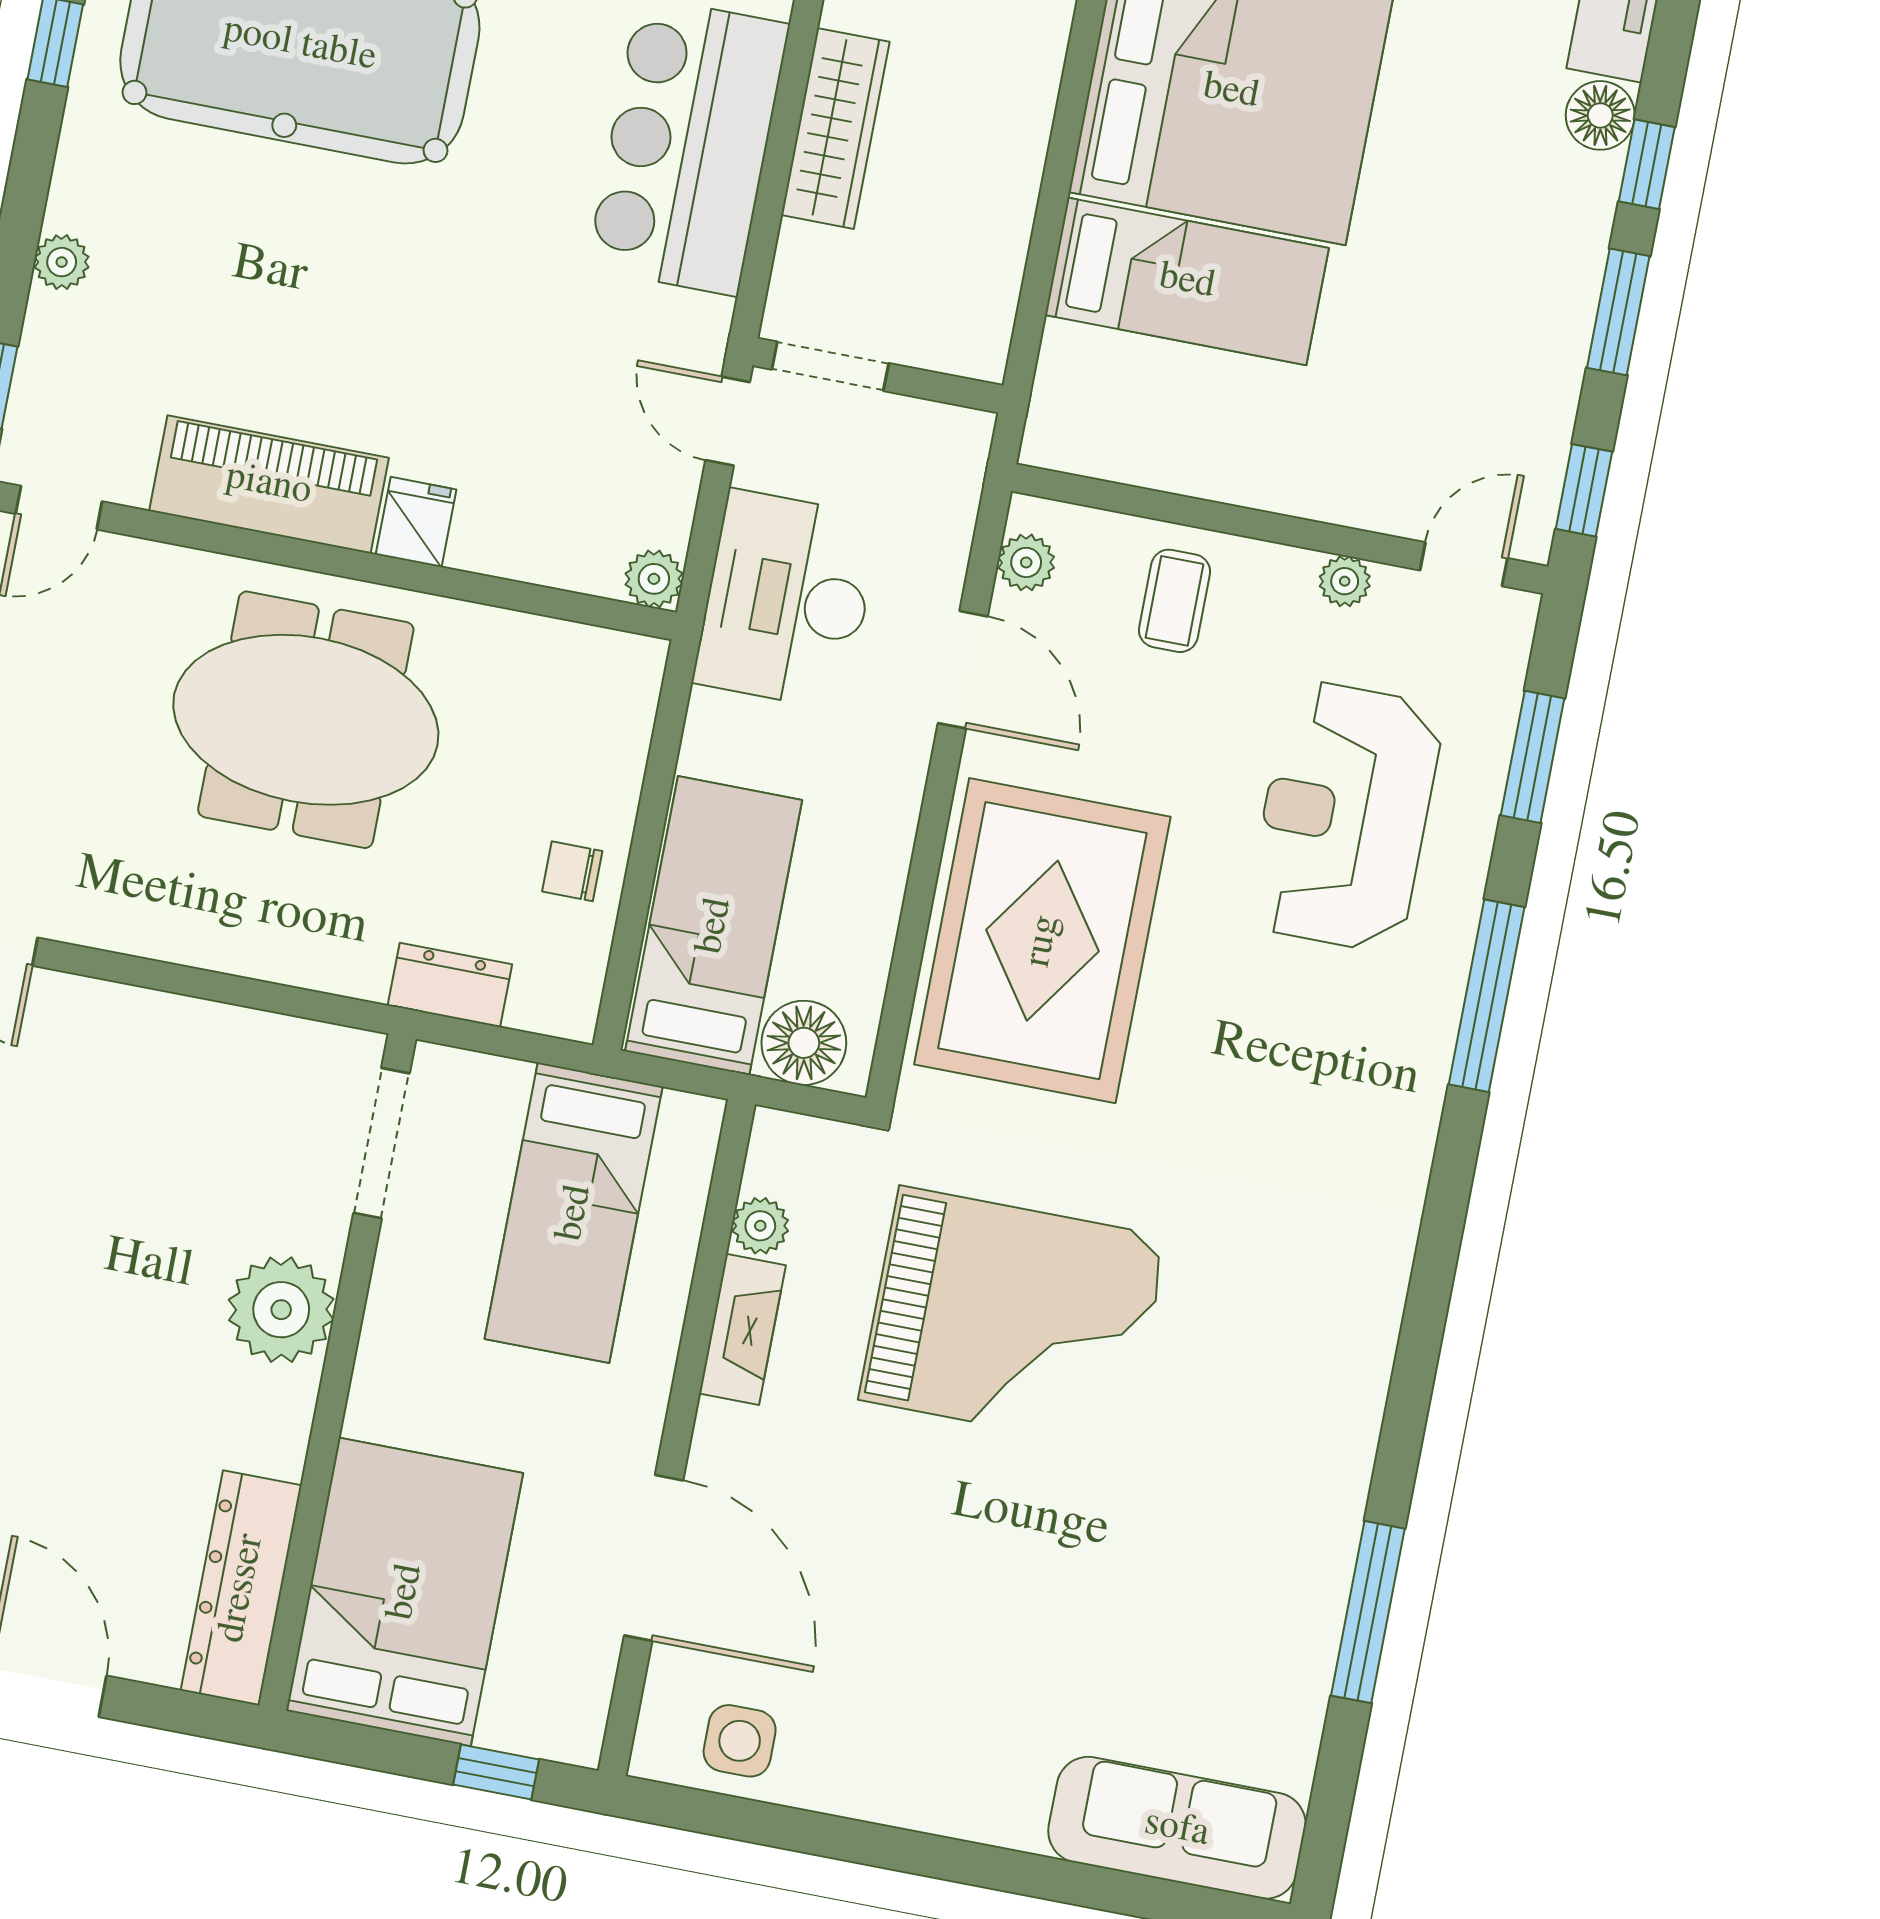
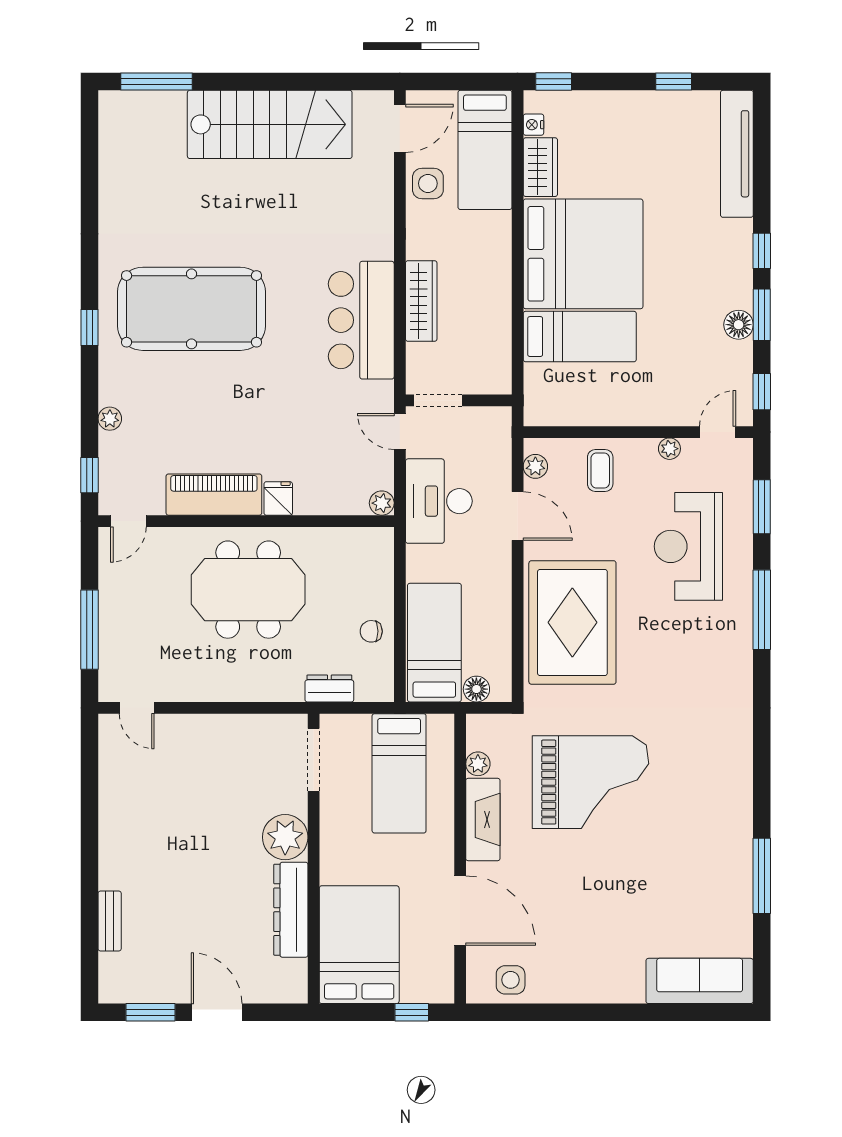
floor lamp: (1600, 115) -> (739, 325), moved
floor lamp: (804, 1043) -> (476, 689), width x0.73, depth x0.73
fireplace: (742, 1329) -> (483, 819), width x1.37, depth x1.32
dresser: (241, 1588) -> (291, 910), moved

